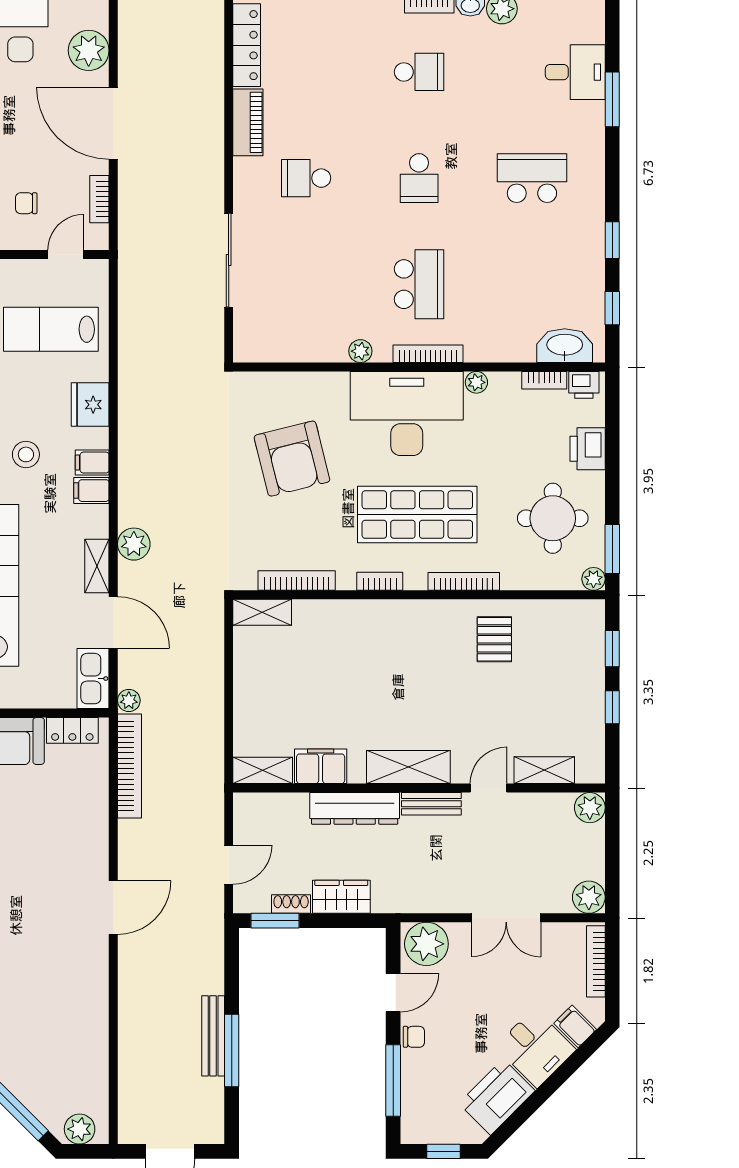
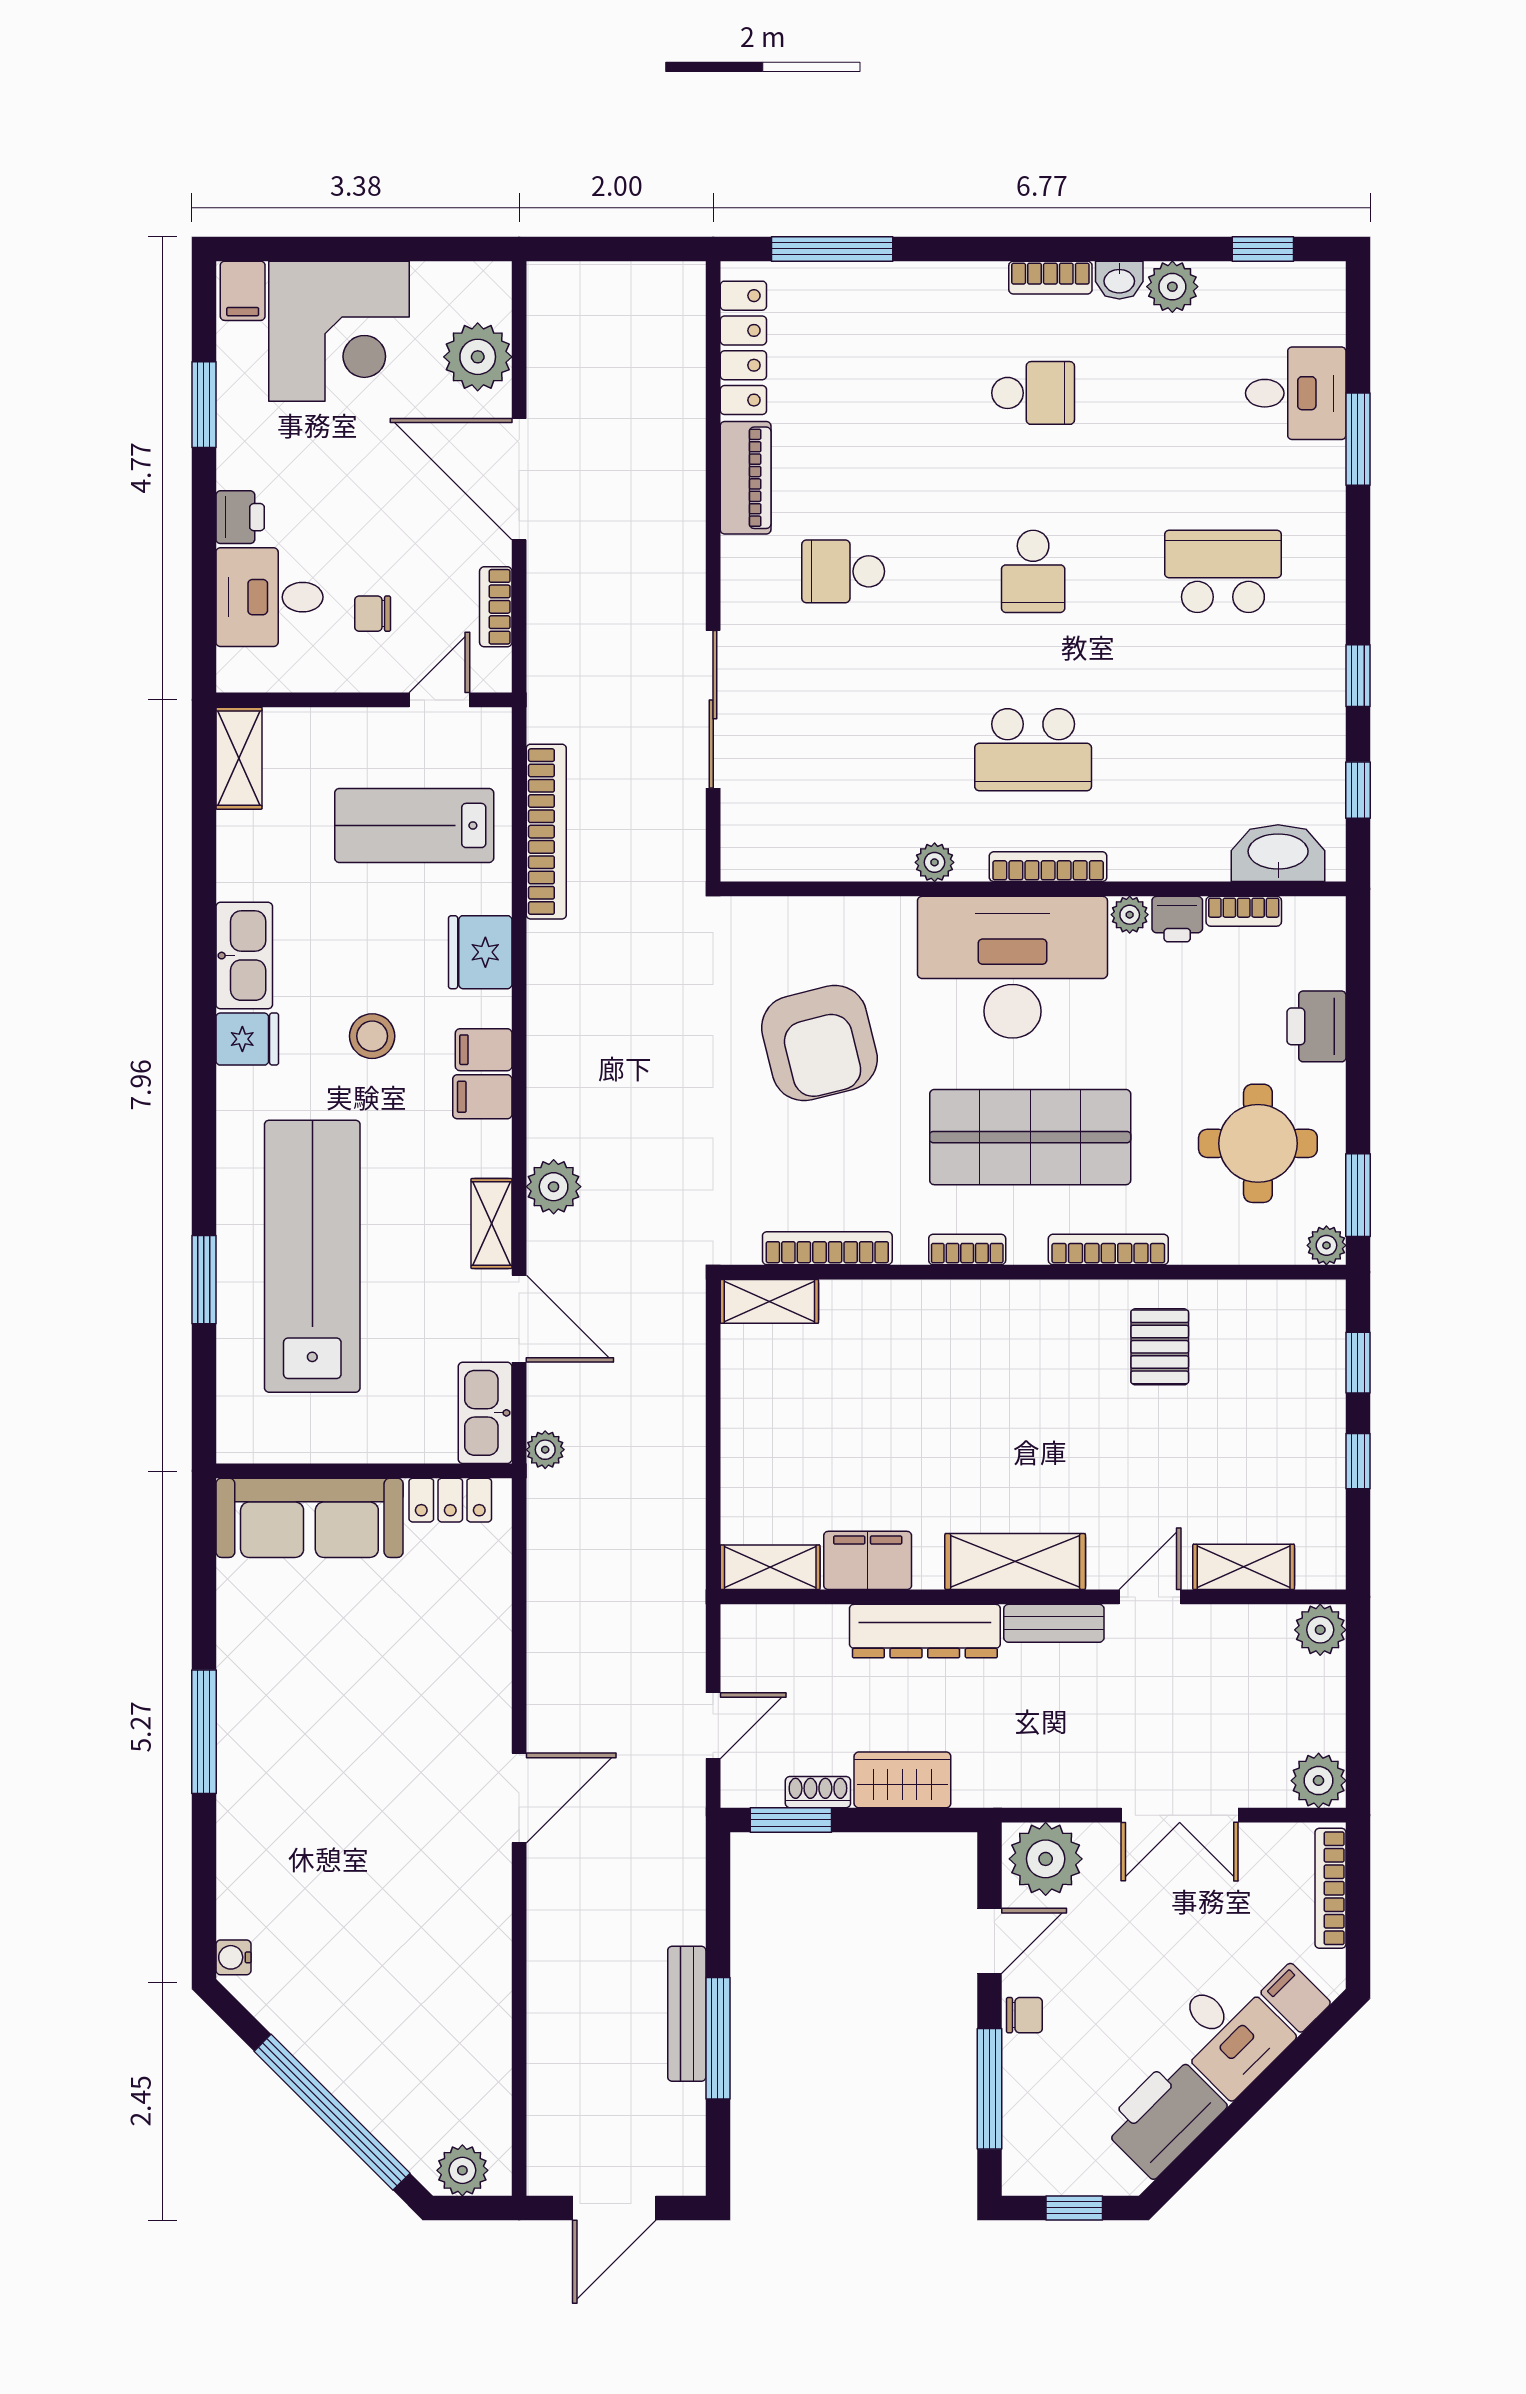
school desk: (419, 284) -> (1033, 750), turned 90
printer: (584, 385) -> (1177, 919), moved
bookcase: (129, 766) -> (546, 832), moved

